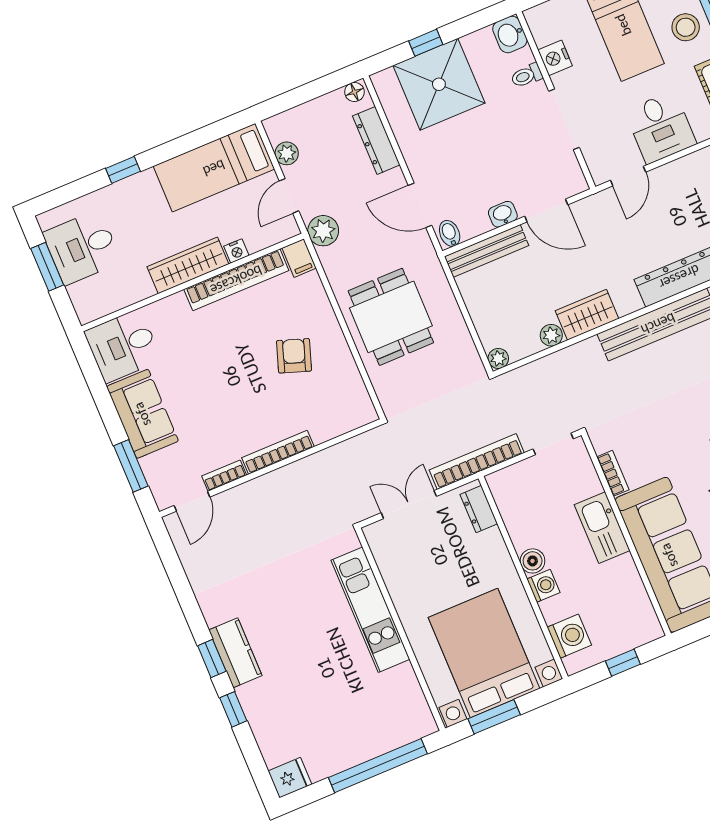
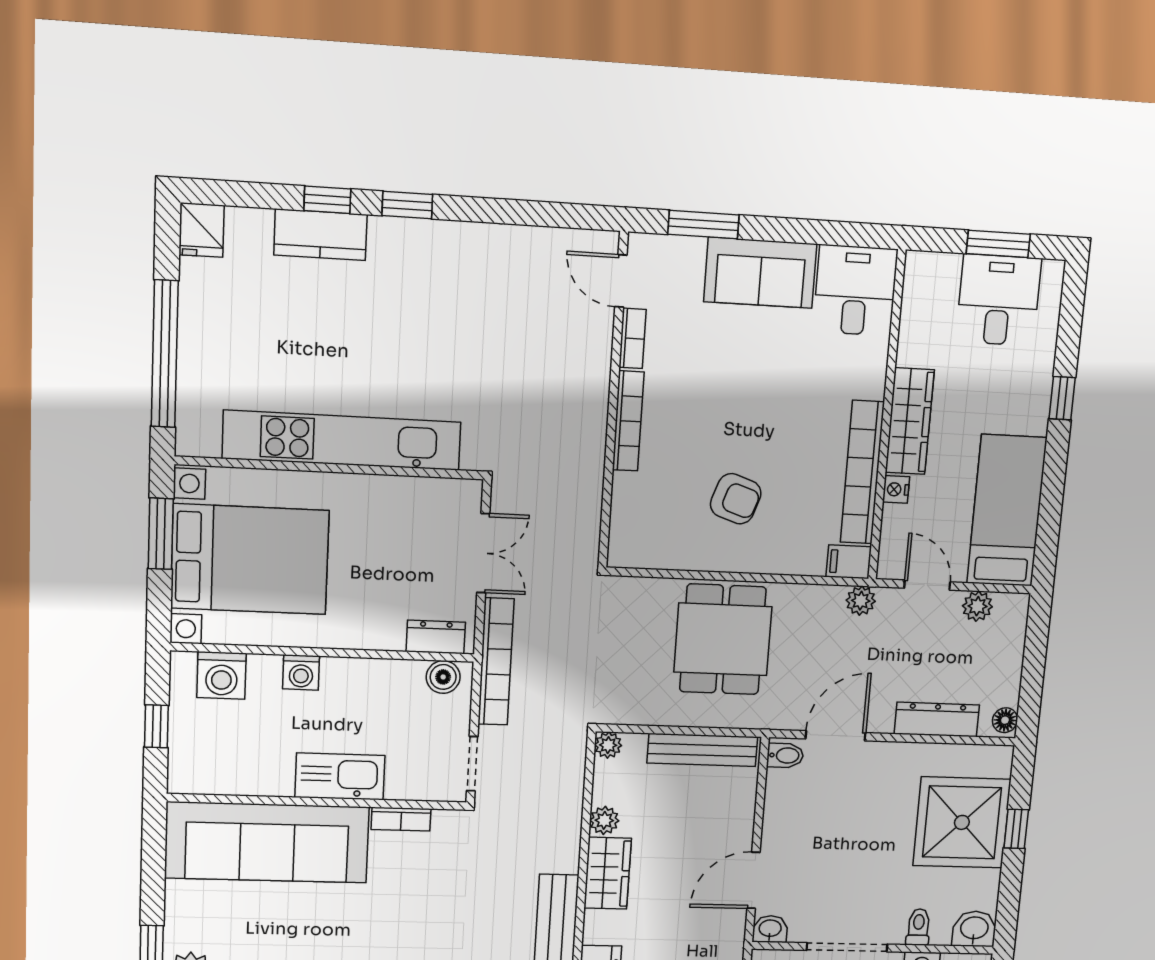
washbasin: (503, 214) -> (770, 929), moved, turned -90
plant: (323, 231) -> (861, 601), width x0.73, depth x0.73
bench: (487, 251) -> (702, 750), moved, turned 90
dining table: (391, 317) -> (723, 639), turned 90
boiler: (533, 561) -> (443, 677), moved
kitchen unit: (370, 610) -> (342, 440), width x1.36
kitchen counter: (235, 653) -> (320, 235), moved

